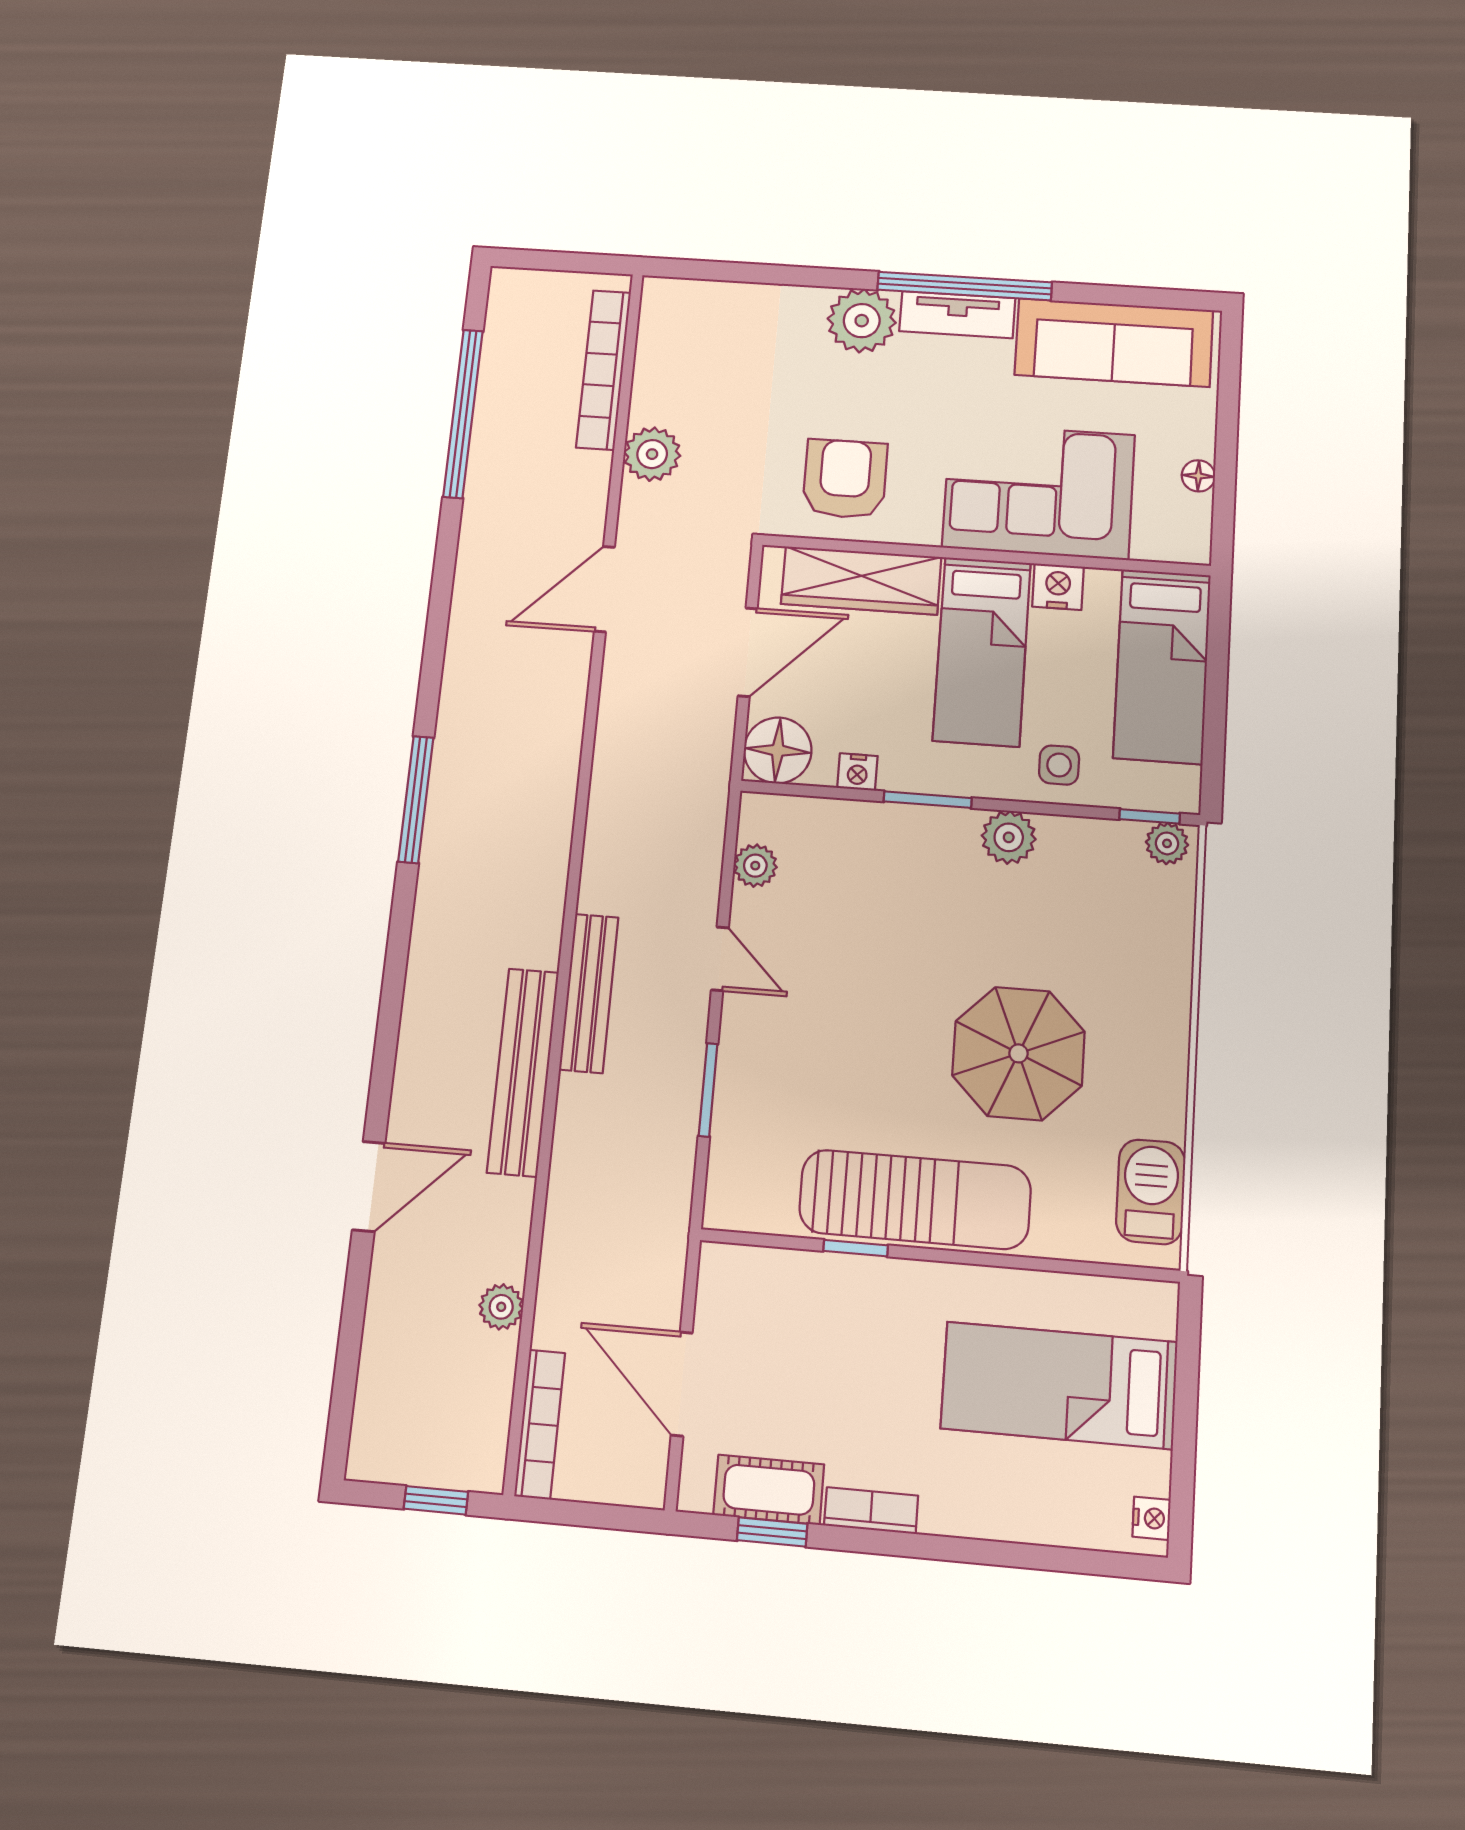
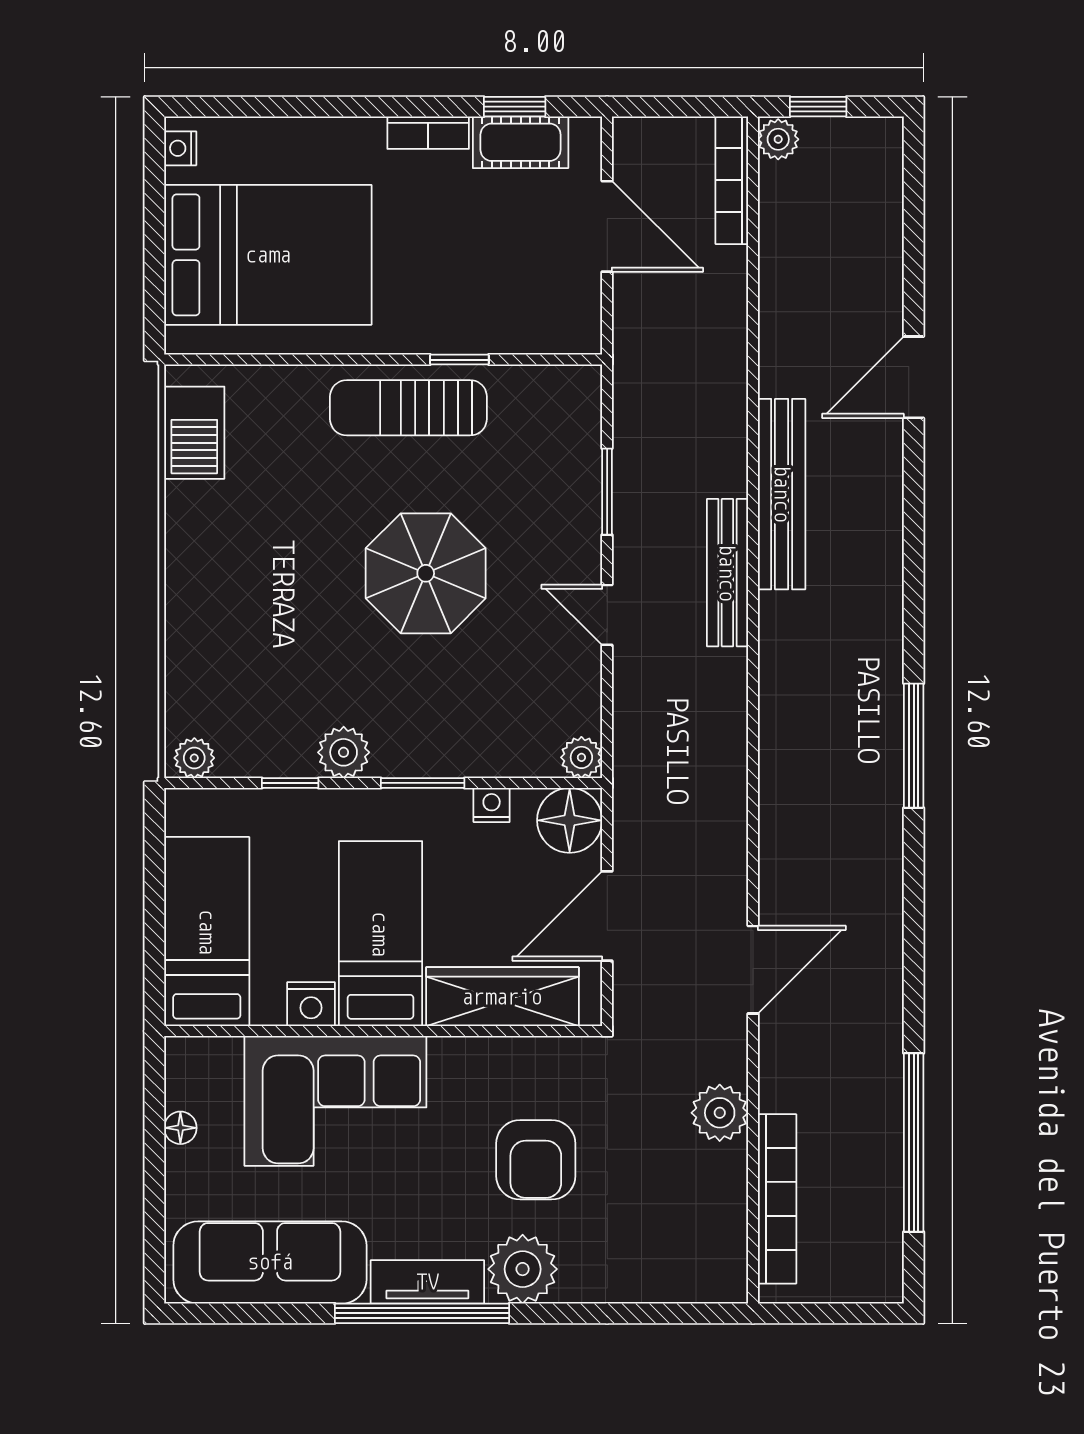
armchair: (845, 479) -> (536, 1160), moved
side table: (1059, 765) -> (300, 826), removed
window: (1150, 816) -> (290, 783), moved
plant: (755, 866) -> (581, 757), moved
parasol: (1018, 1053) -> (426, 573), moved
sun lounger: (915, 1199) -> (408, 408), width x0.73, depth x0.75
plant: (501, 1307) -> (778, 139), moved
bed: (1059, 1385) -> (268, 255), width x1.50

